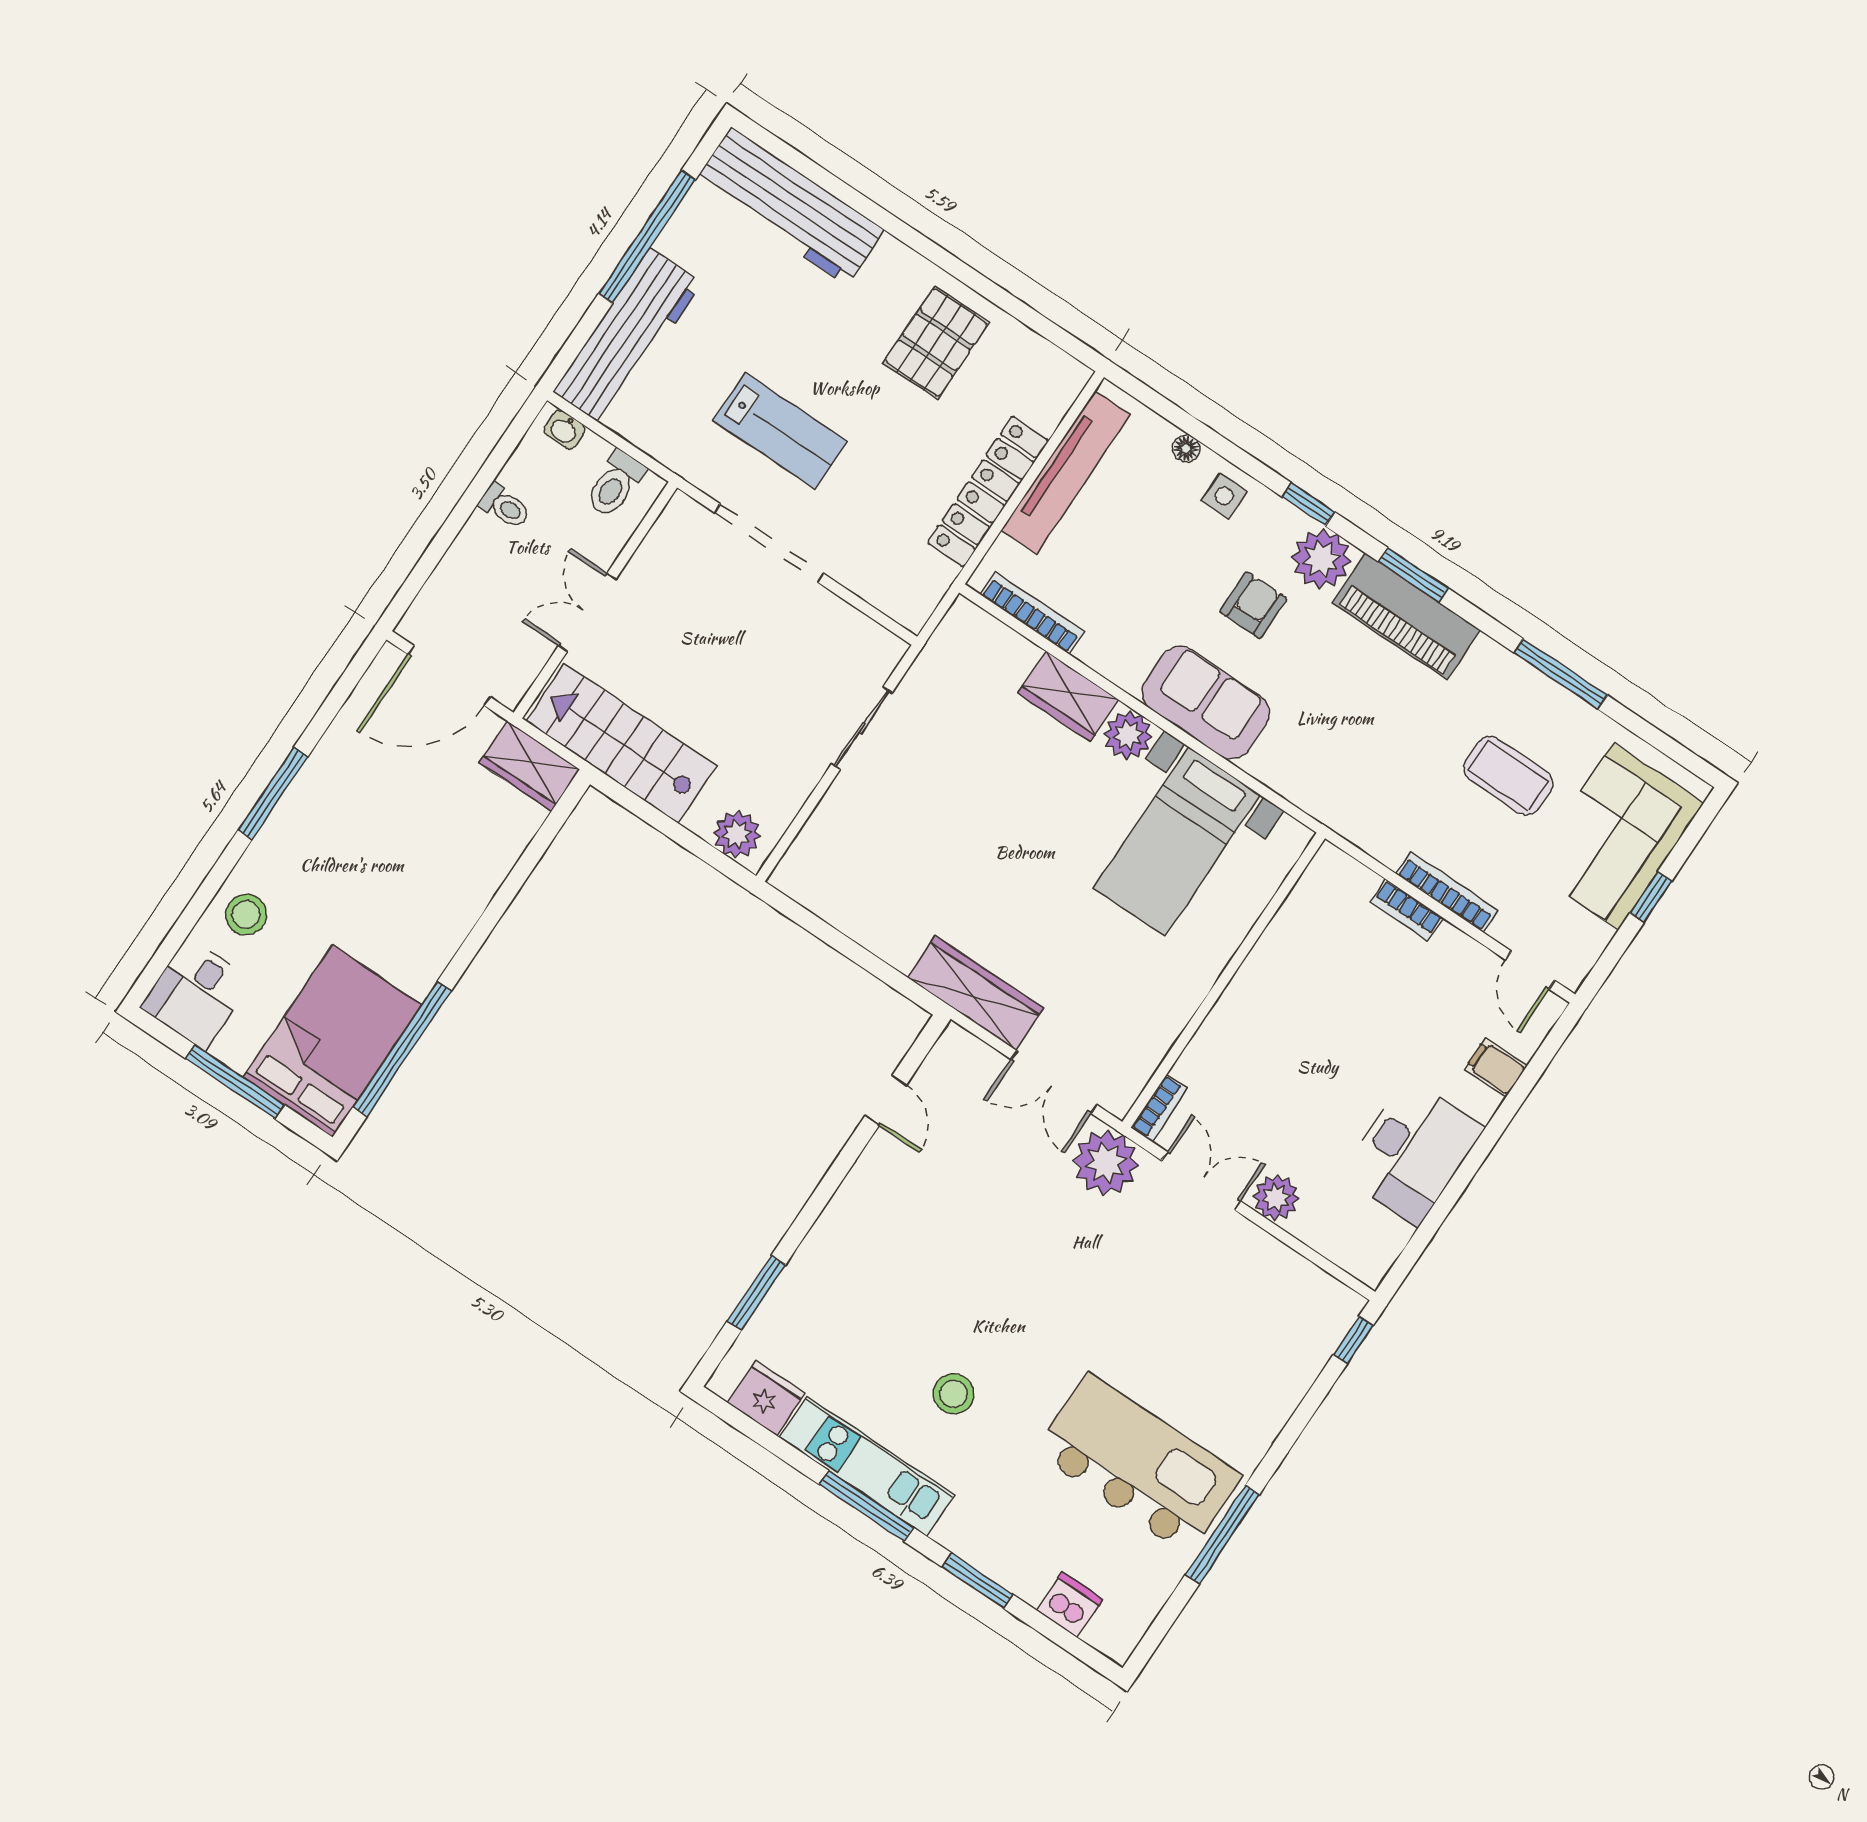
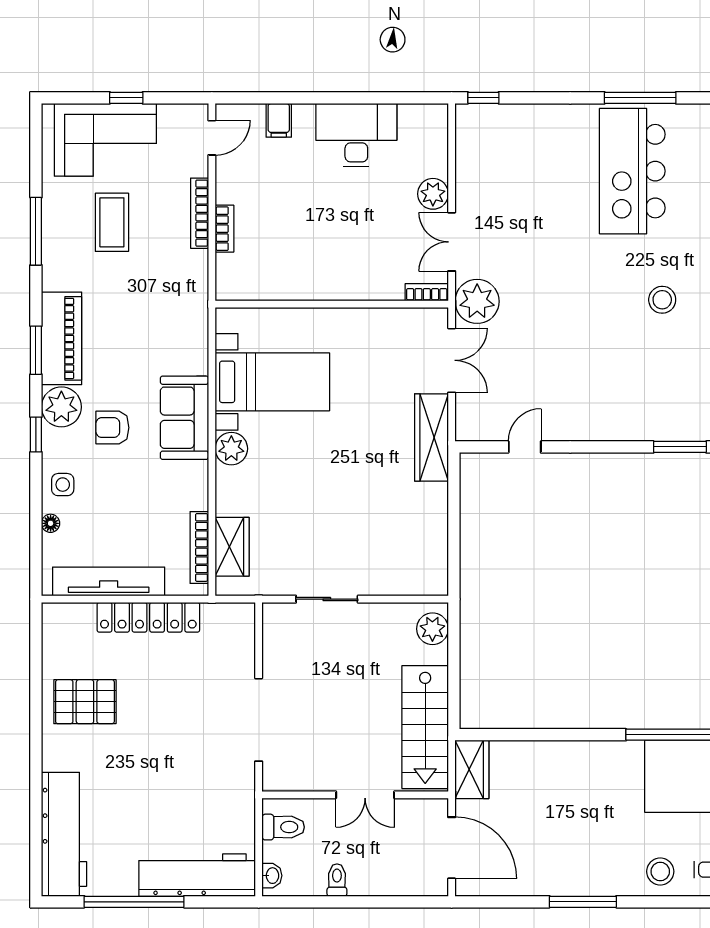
lab bench: (780, 431) -> (192, 755), removed
wardrobe: (1068, 696) -> (232, 547), moved

